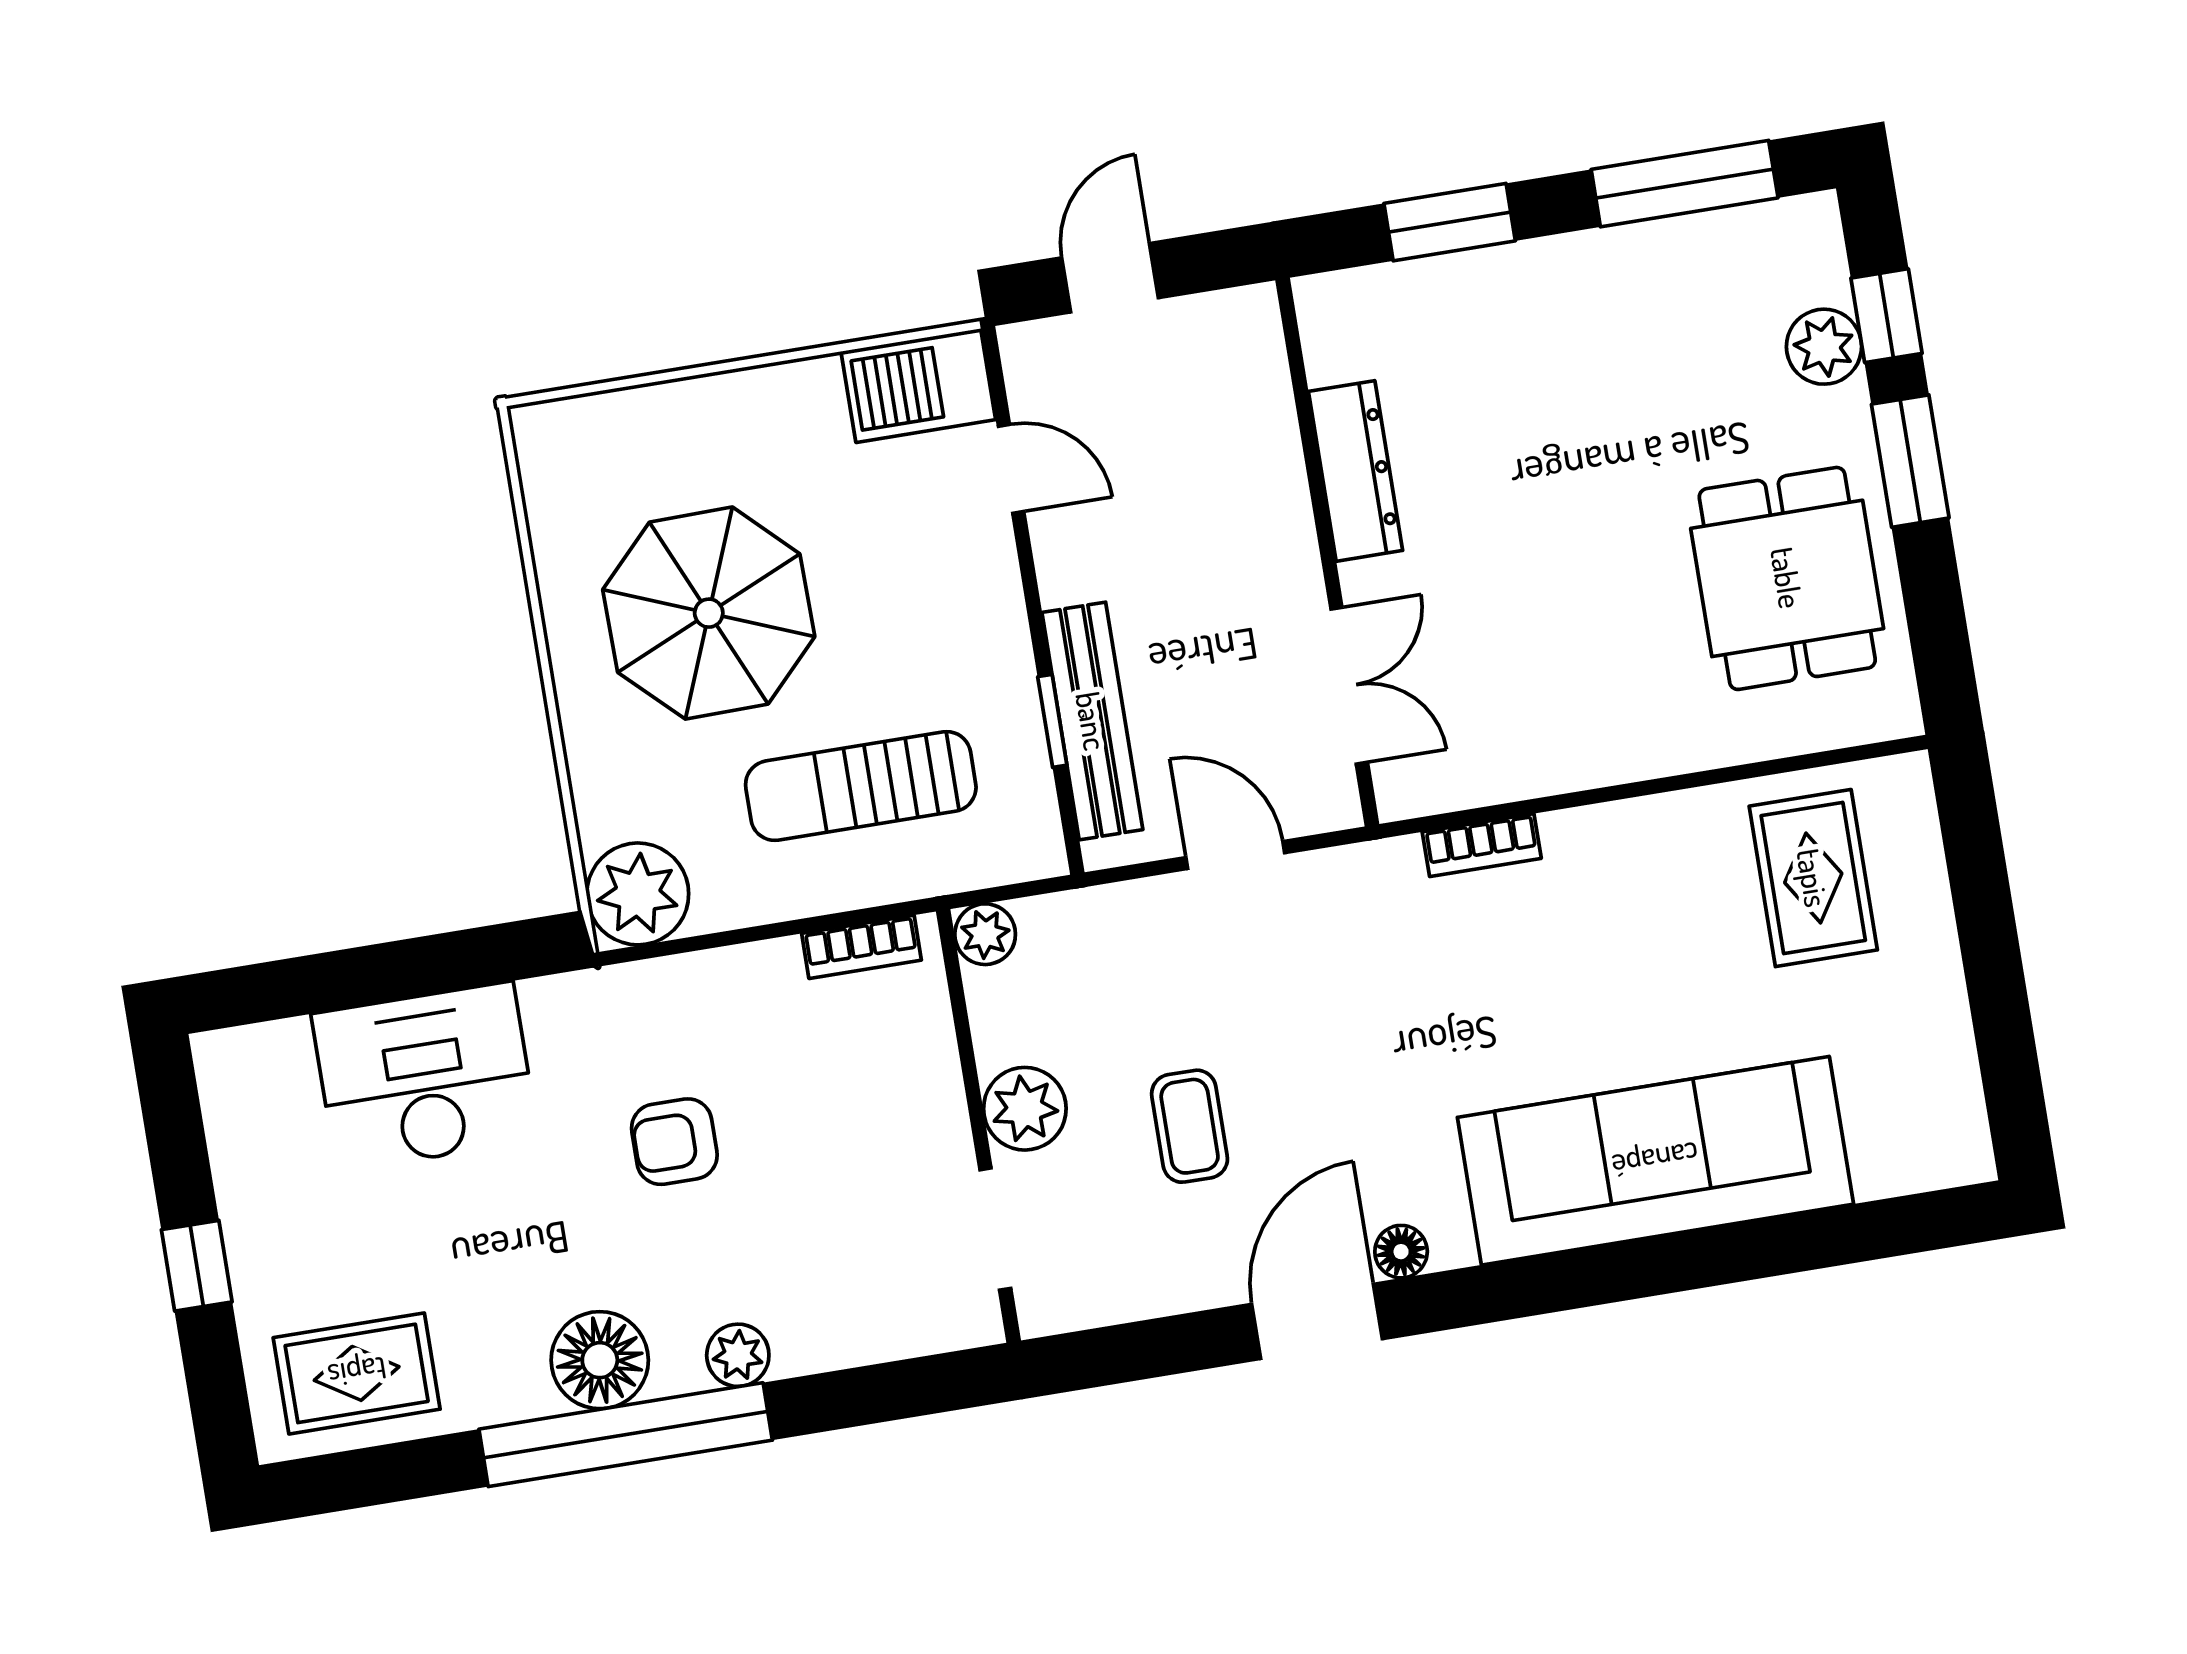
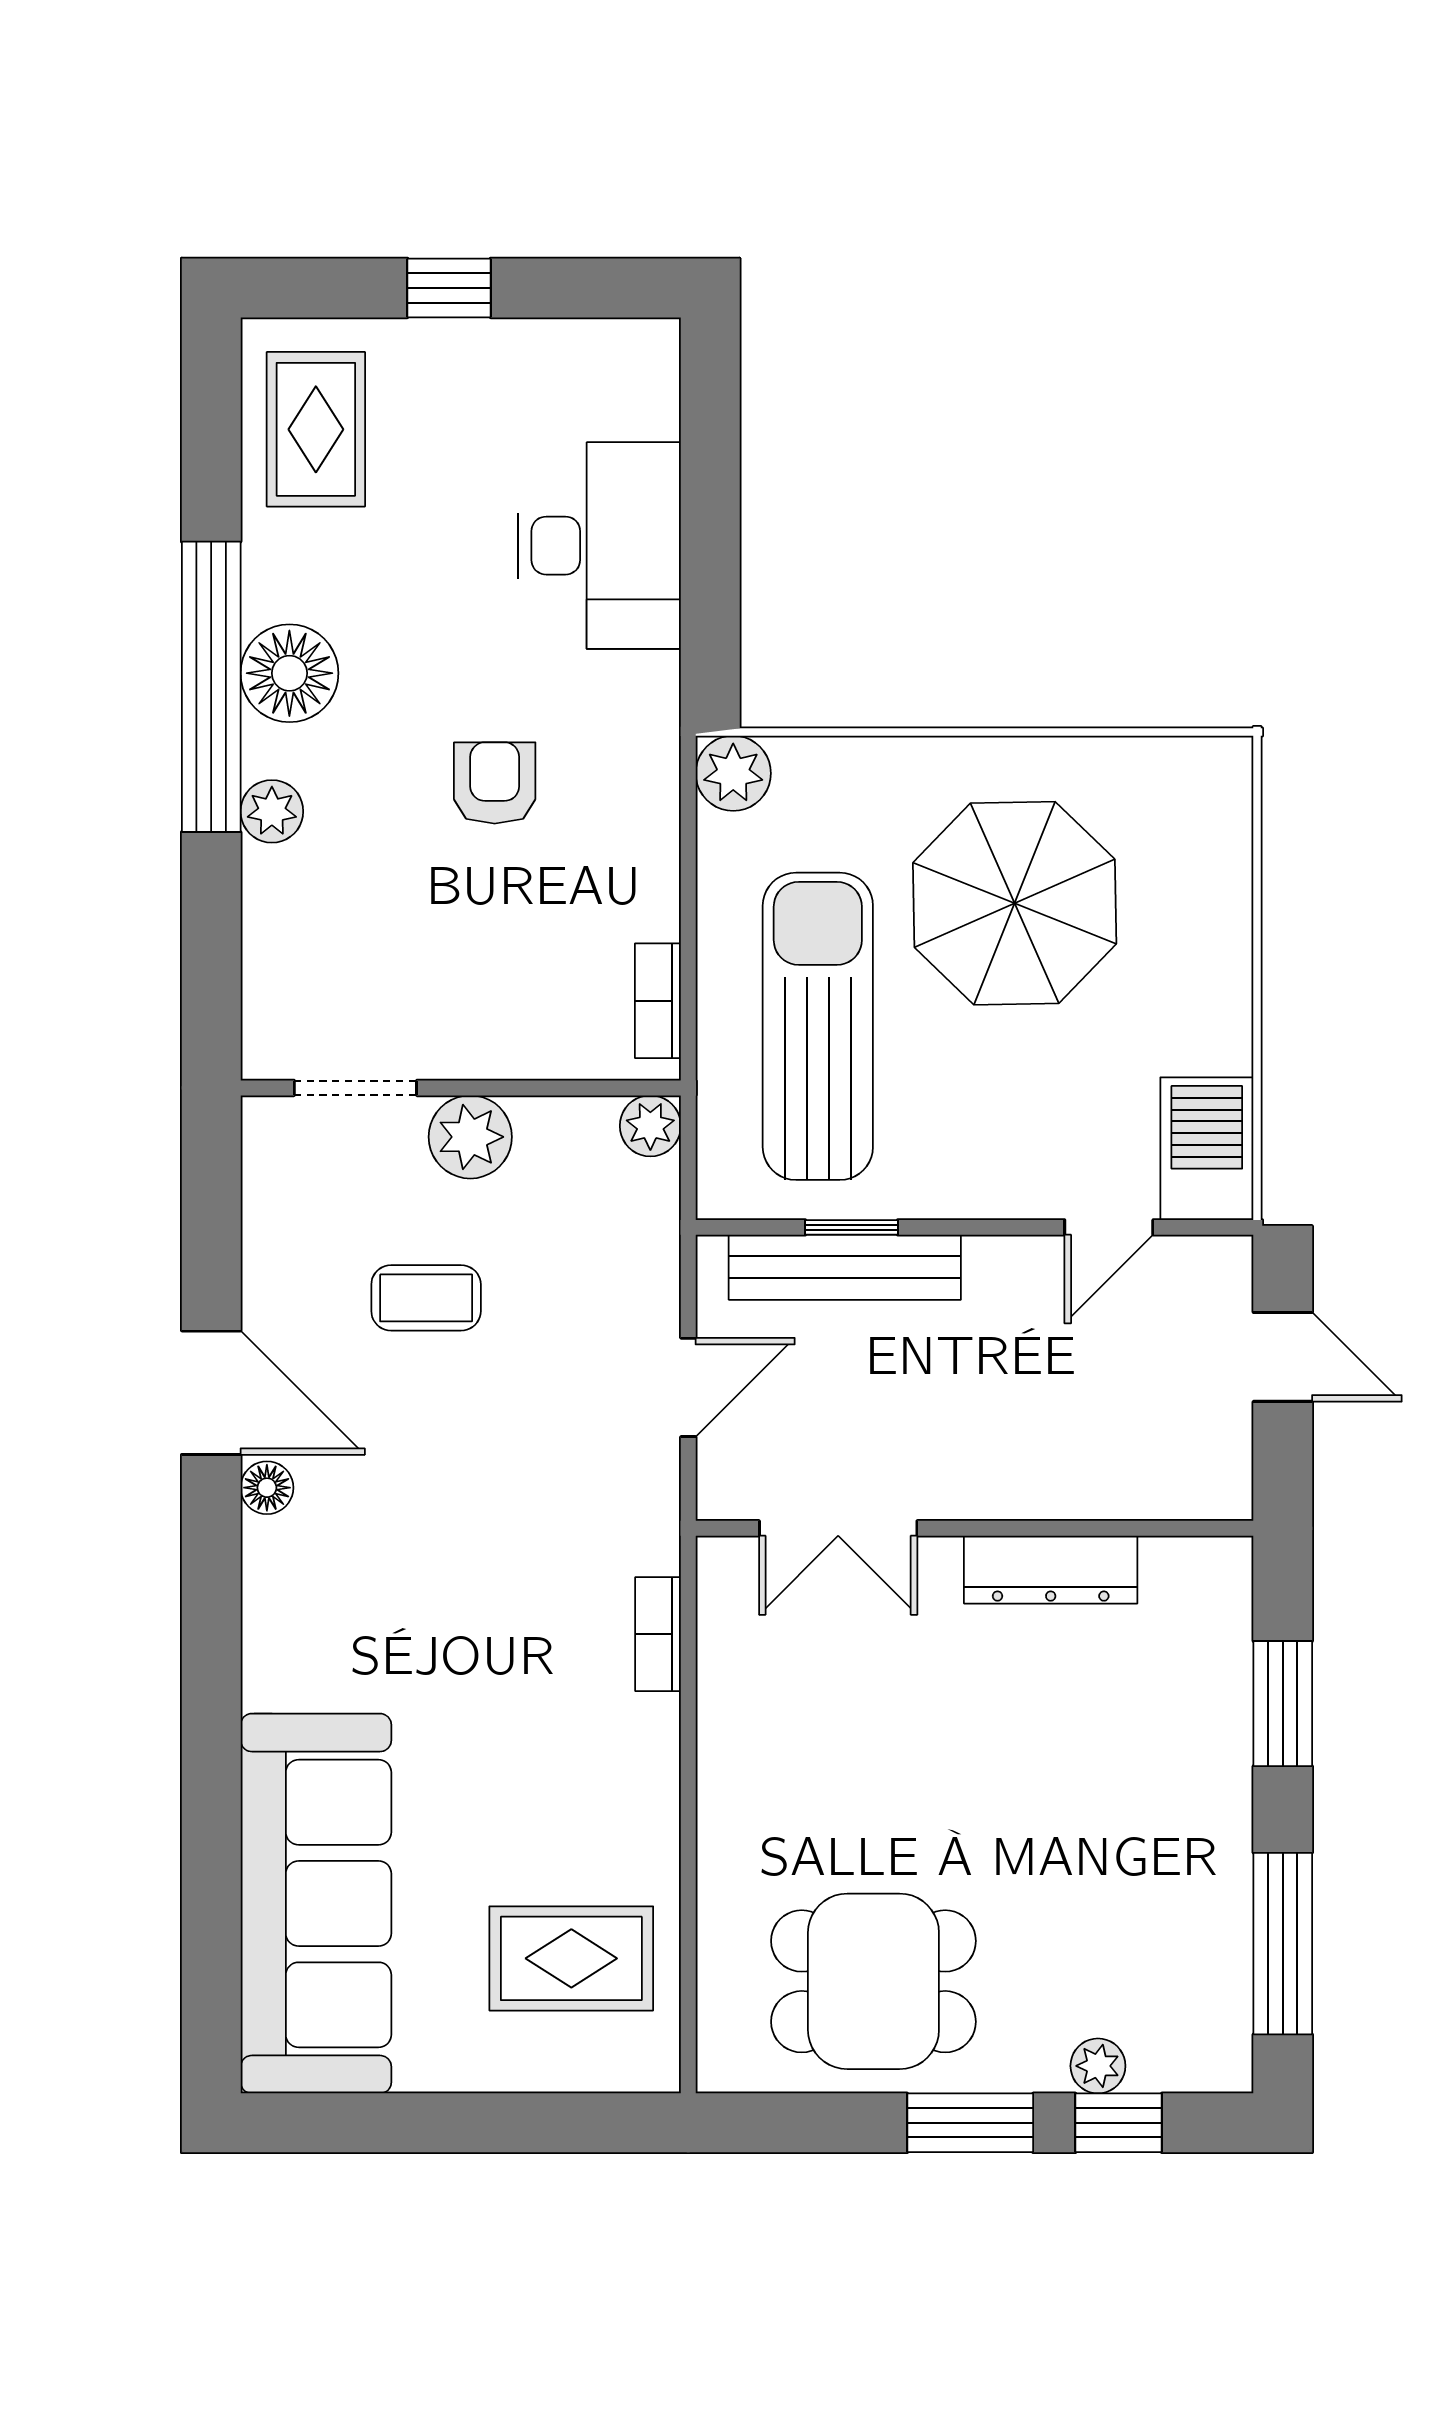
plant: (1824, 347) -> (1098, 2066), width x0.73, depth x0.73
sun lounger: (861, 786) -> (818, 1026), width x1.36, depth x1.34
plant: (638, 894) -> (733, 773), width x0.73, depth x0.73
sofa: (1655, 1161) -> (316, 1904), moved

